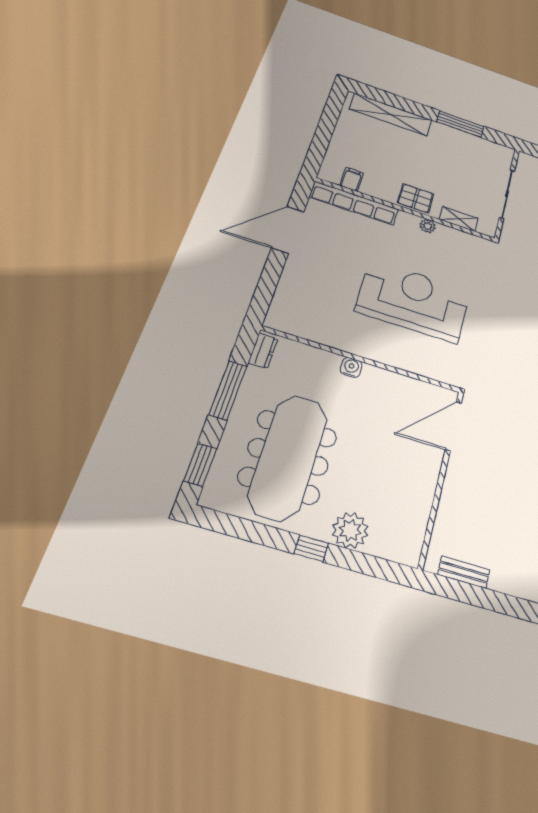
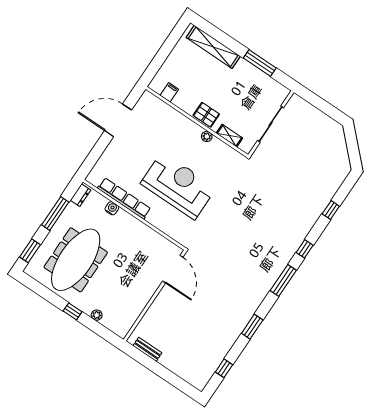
row of seats: (354, 203) -> (124, 198), moved, turned 180
water cooler: (351, 367) -> (112, 208), moved
door: (453, 426) -> (173, 269), swing flipped
plant: (350, 530) -> (97, 315), width x0.53, depth x0.53

